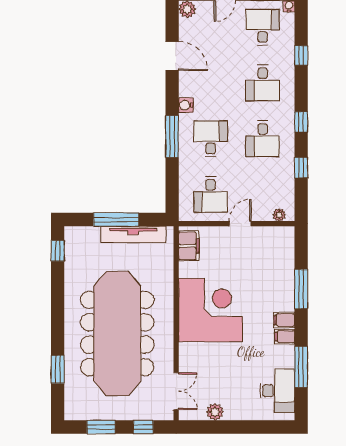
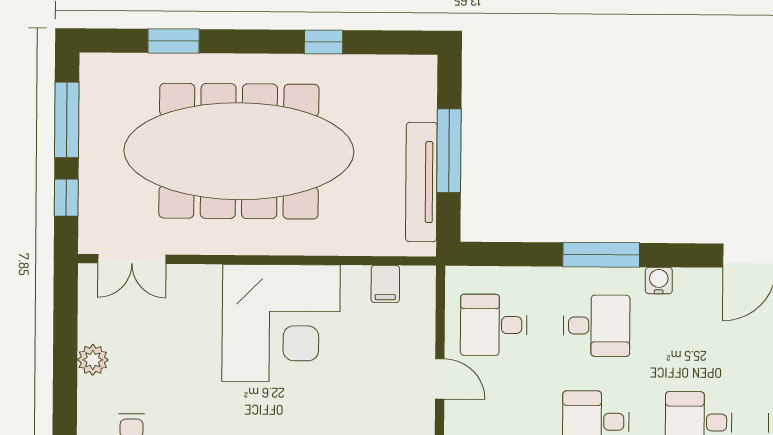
filing cabinet: (189, 246) -> (385, 284), width x0.50
window: (58, 251) -> (324, 42), moved
plant: (215, 412) -> (93, 360), moved
window: (101, 427) -> (67, 120), width x1.44

